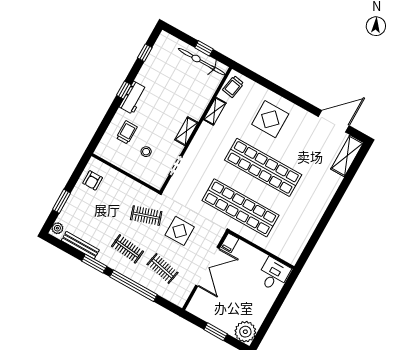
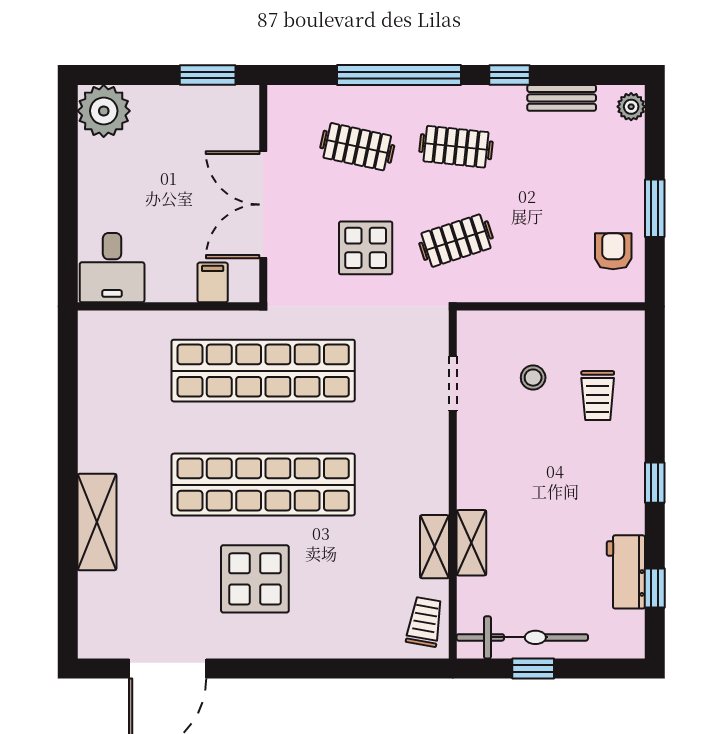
workbench: (133, 98) -> (626, 572), moved
display table: (270, 119) -> (255, 579), moved
shelving: (186, 131) -> (471, 543), moved
shelving: (347, 156) -> (97, 522), moved
window: (62, 201) -> (655, 208), moved
filing cabinet: (230, 243) -> (213, 282), moved
bench: (80, 245) -> (562, 98), width x0.73
window: (94, 264) -> (510, 75), width x0.67
window: (216, 332) -> (208, 75), moved

